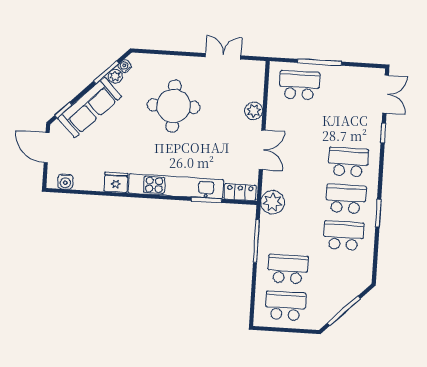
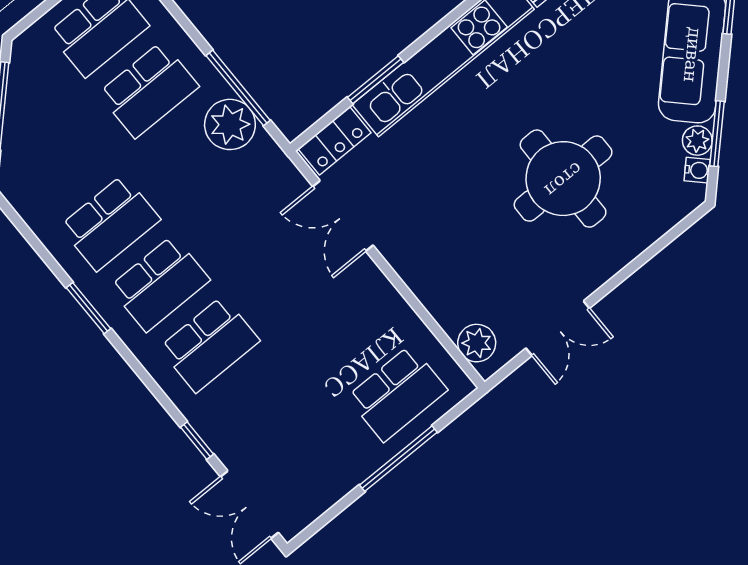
plant: (254, 111) -> (477, 343), moved
double door: (262, 150) -> (343, 216), moved
plant: (273, 202) -> (230, 124), moved

